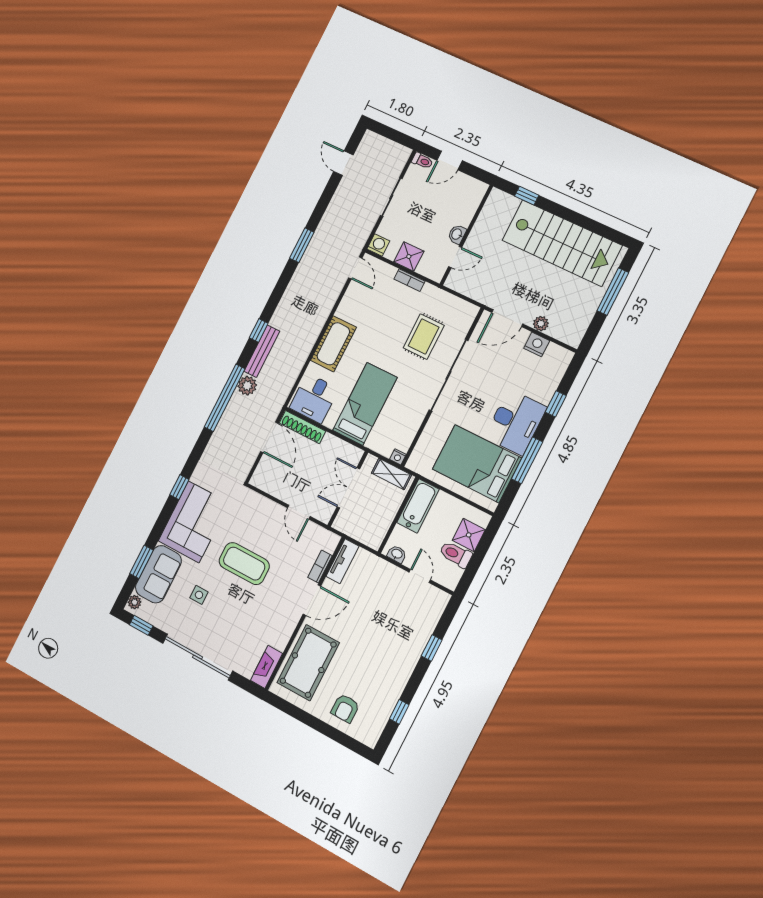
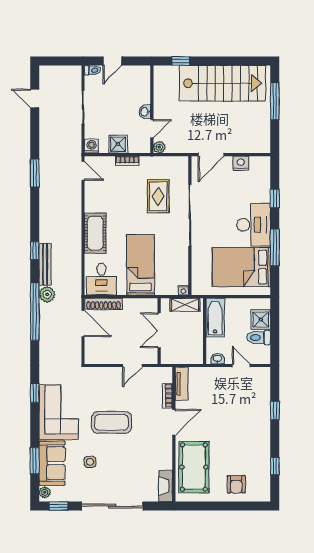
plant: (541, 324) -> (159, 147), moved
door: (299, 512) -> (132, 366), hinge flipped

